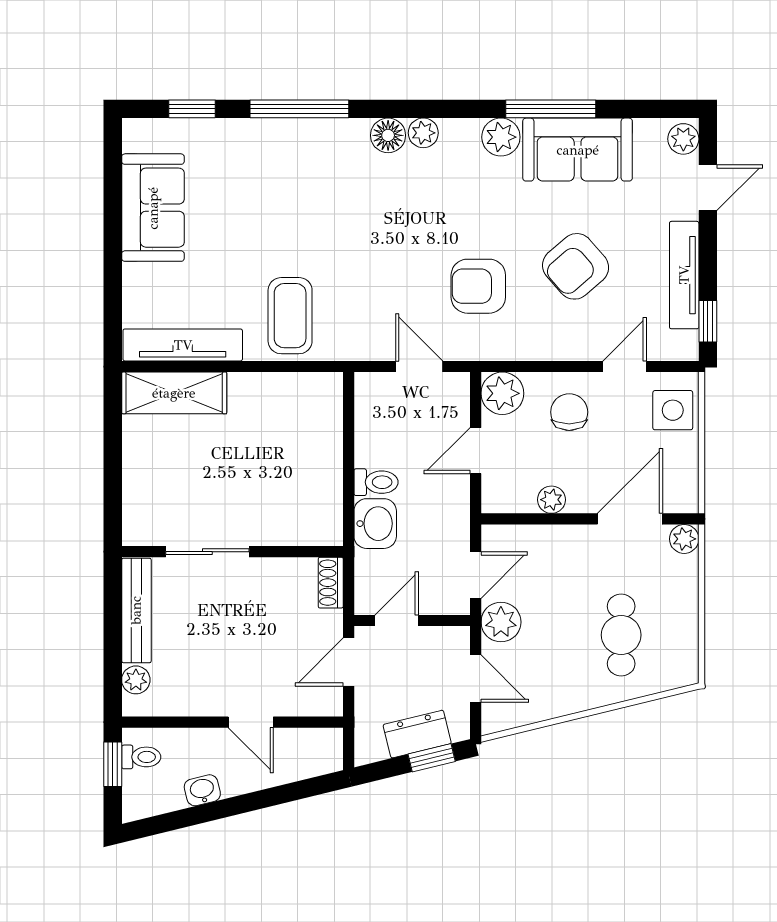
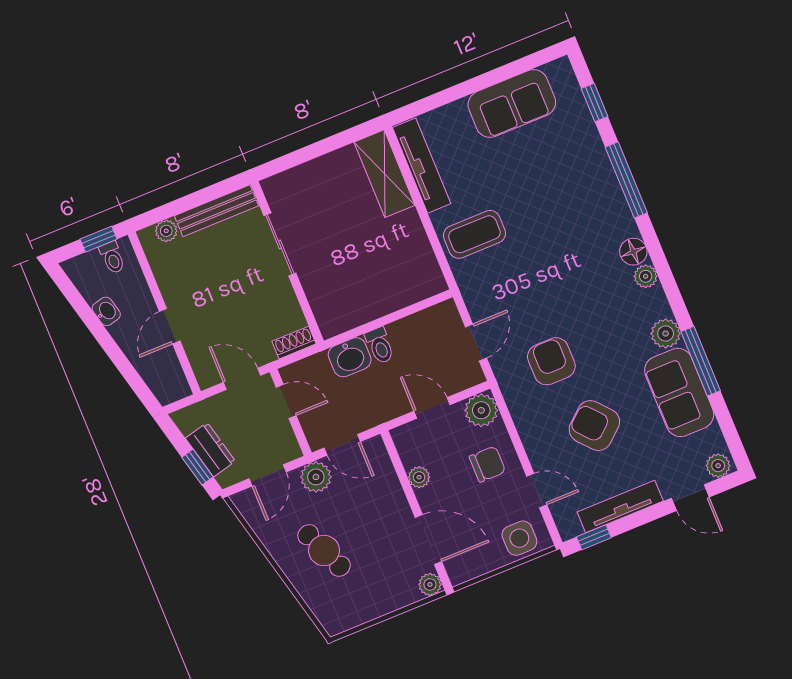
cafe table: (621, 635) -> (324, 550), moved, turned 67

